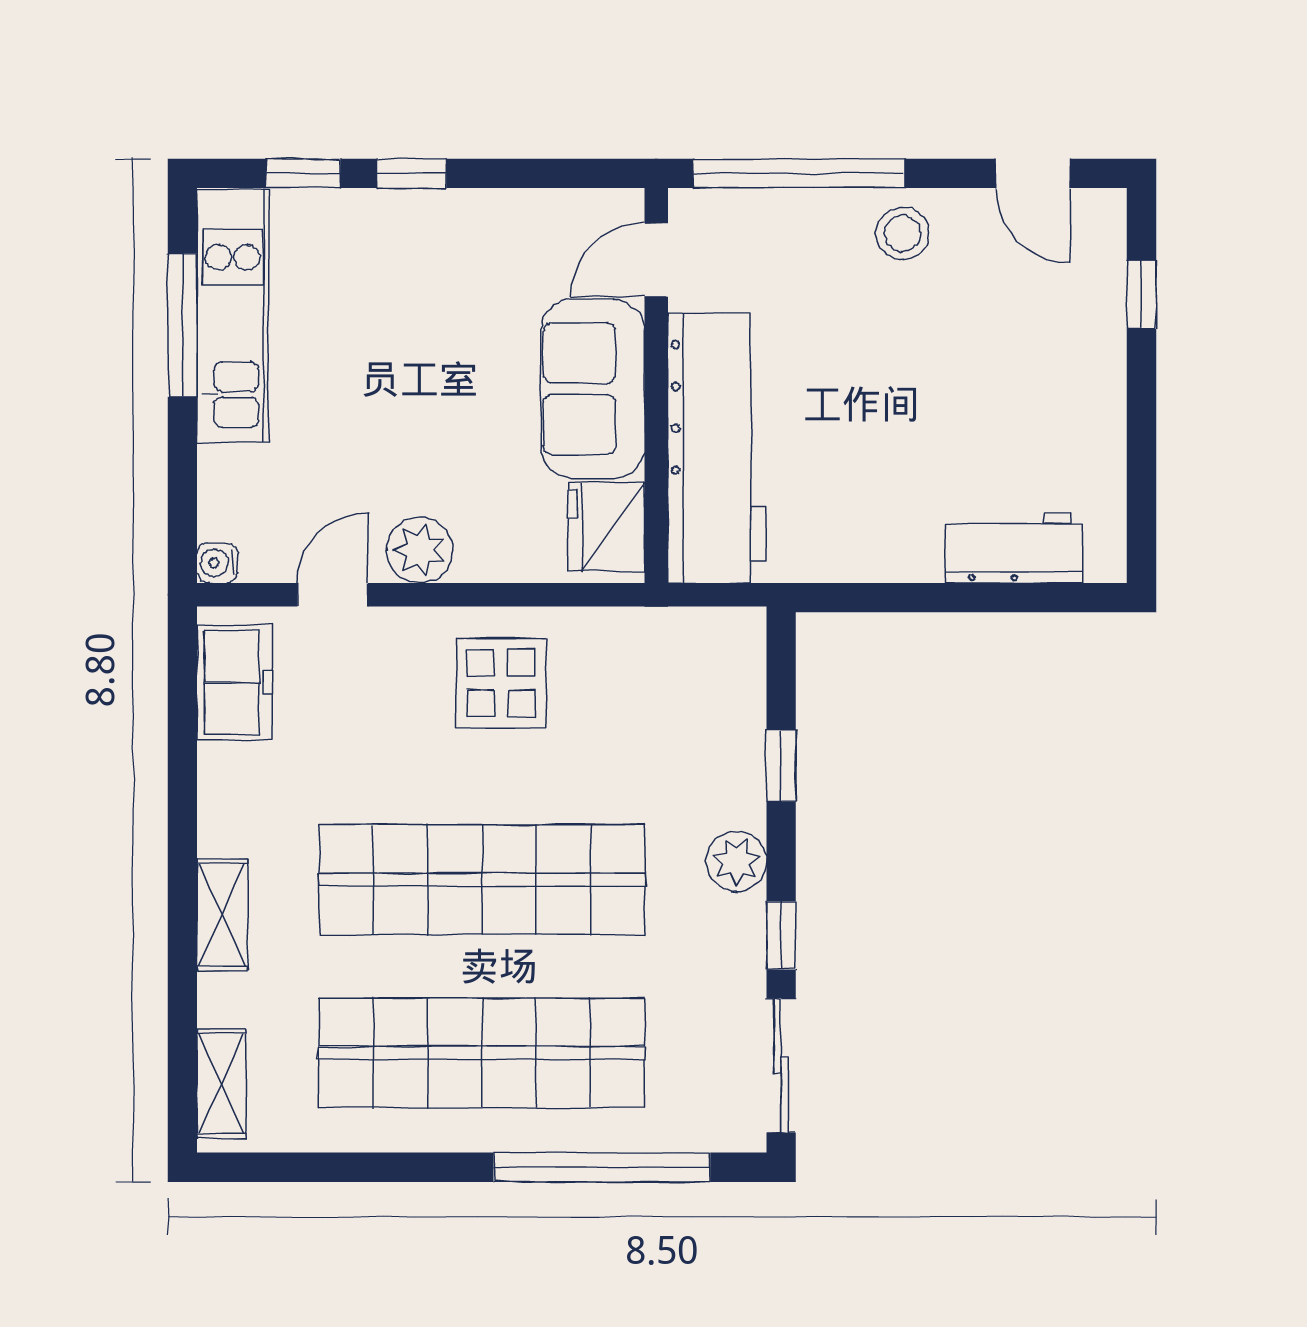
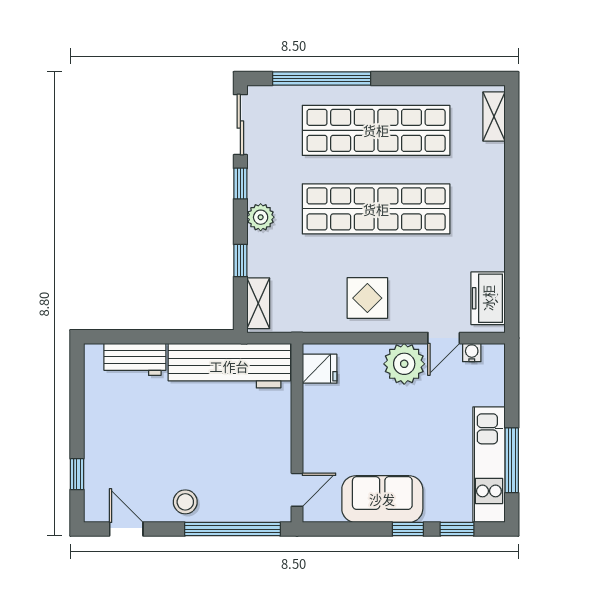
sofa: (593, 389) -> (382, 499), moved, turned -90
workbench: (717, 448) -> (229, 366), moved, turned -90
fridge: (606, 527) -> (320, 369), width x0.72
plant: (420, 550) -> (404, 364), width x1.36, depth x1.36
water cooler: (217, 563) -> (472, 352), moved, turned -90
shelving: (222, 915) -> (258, 303), moved

